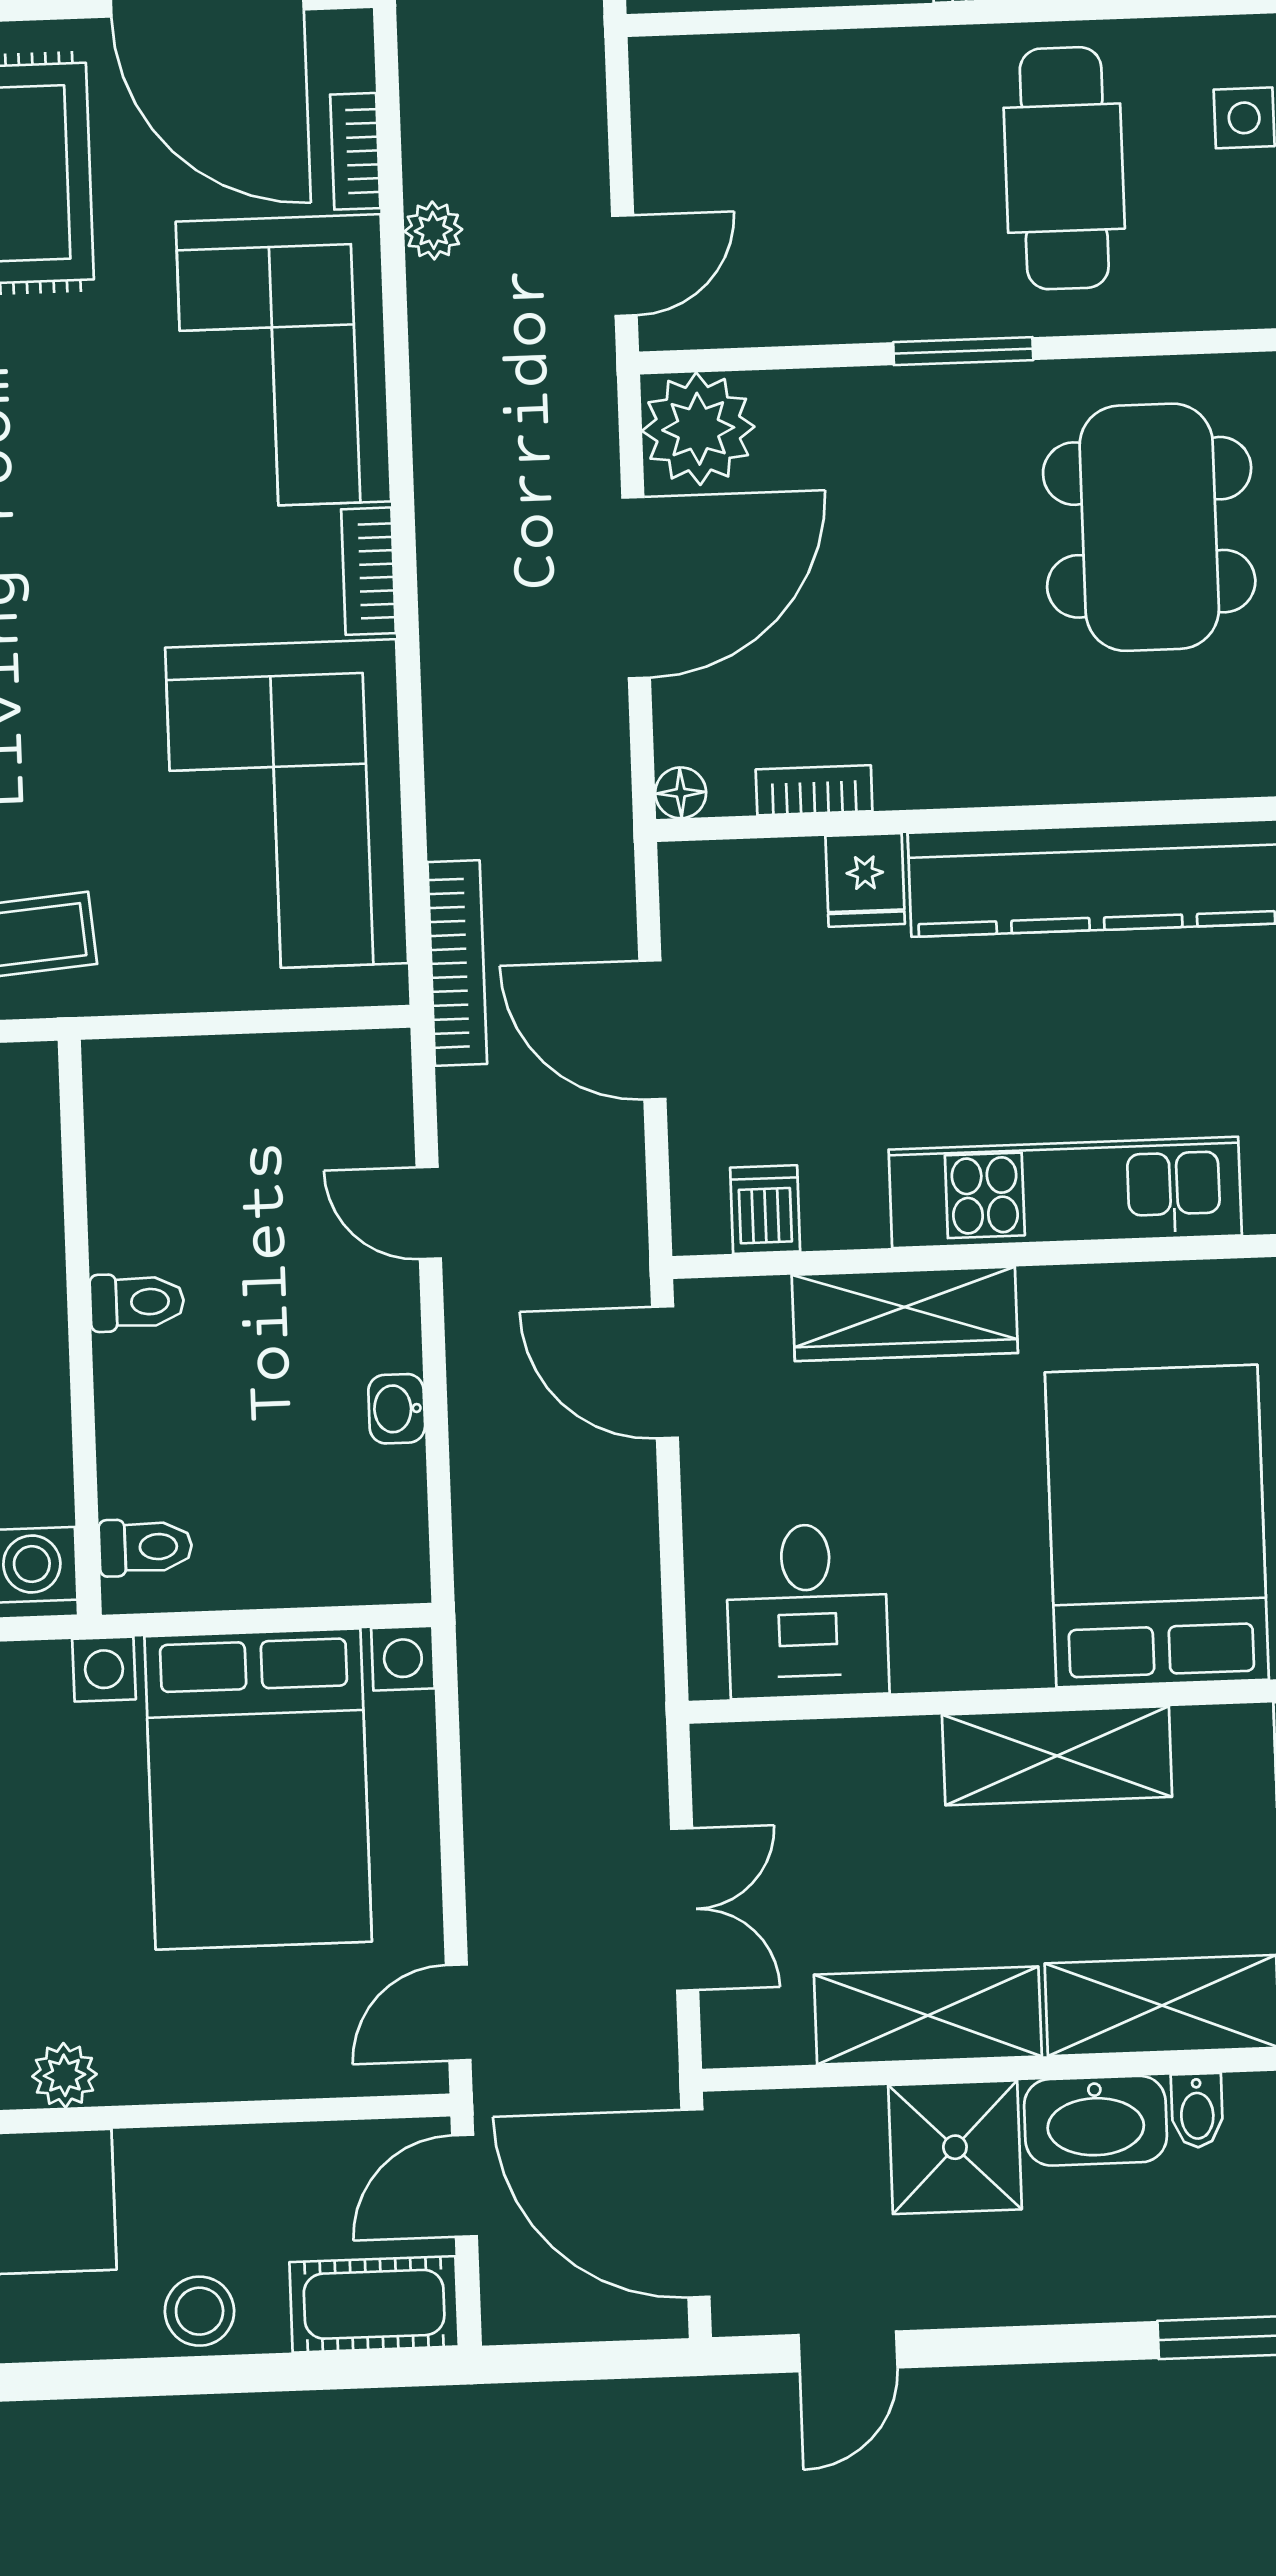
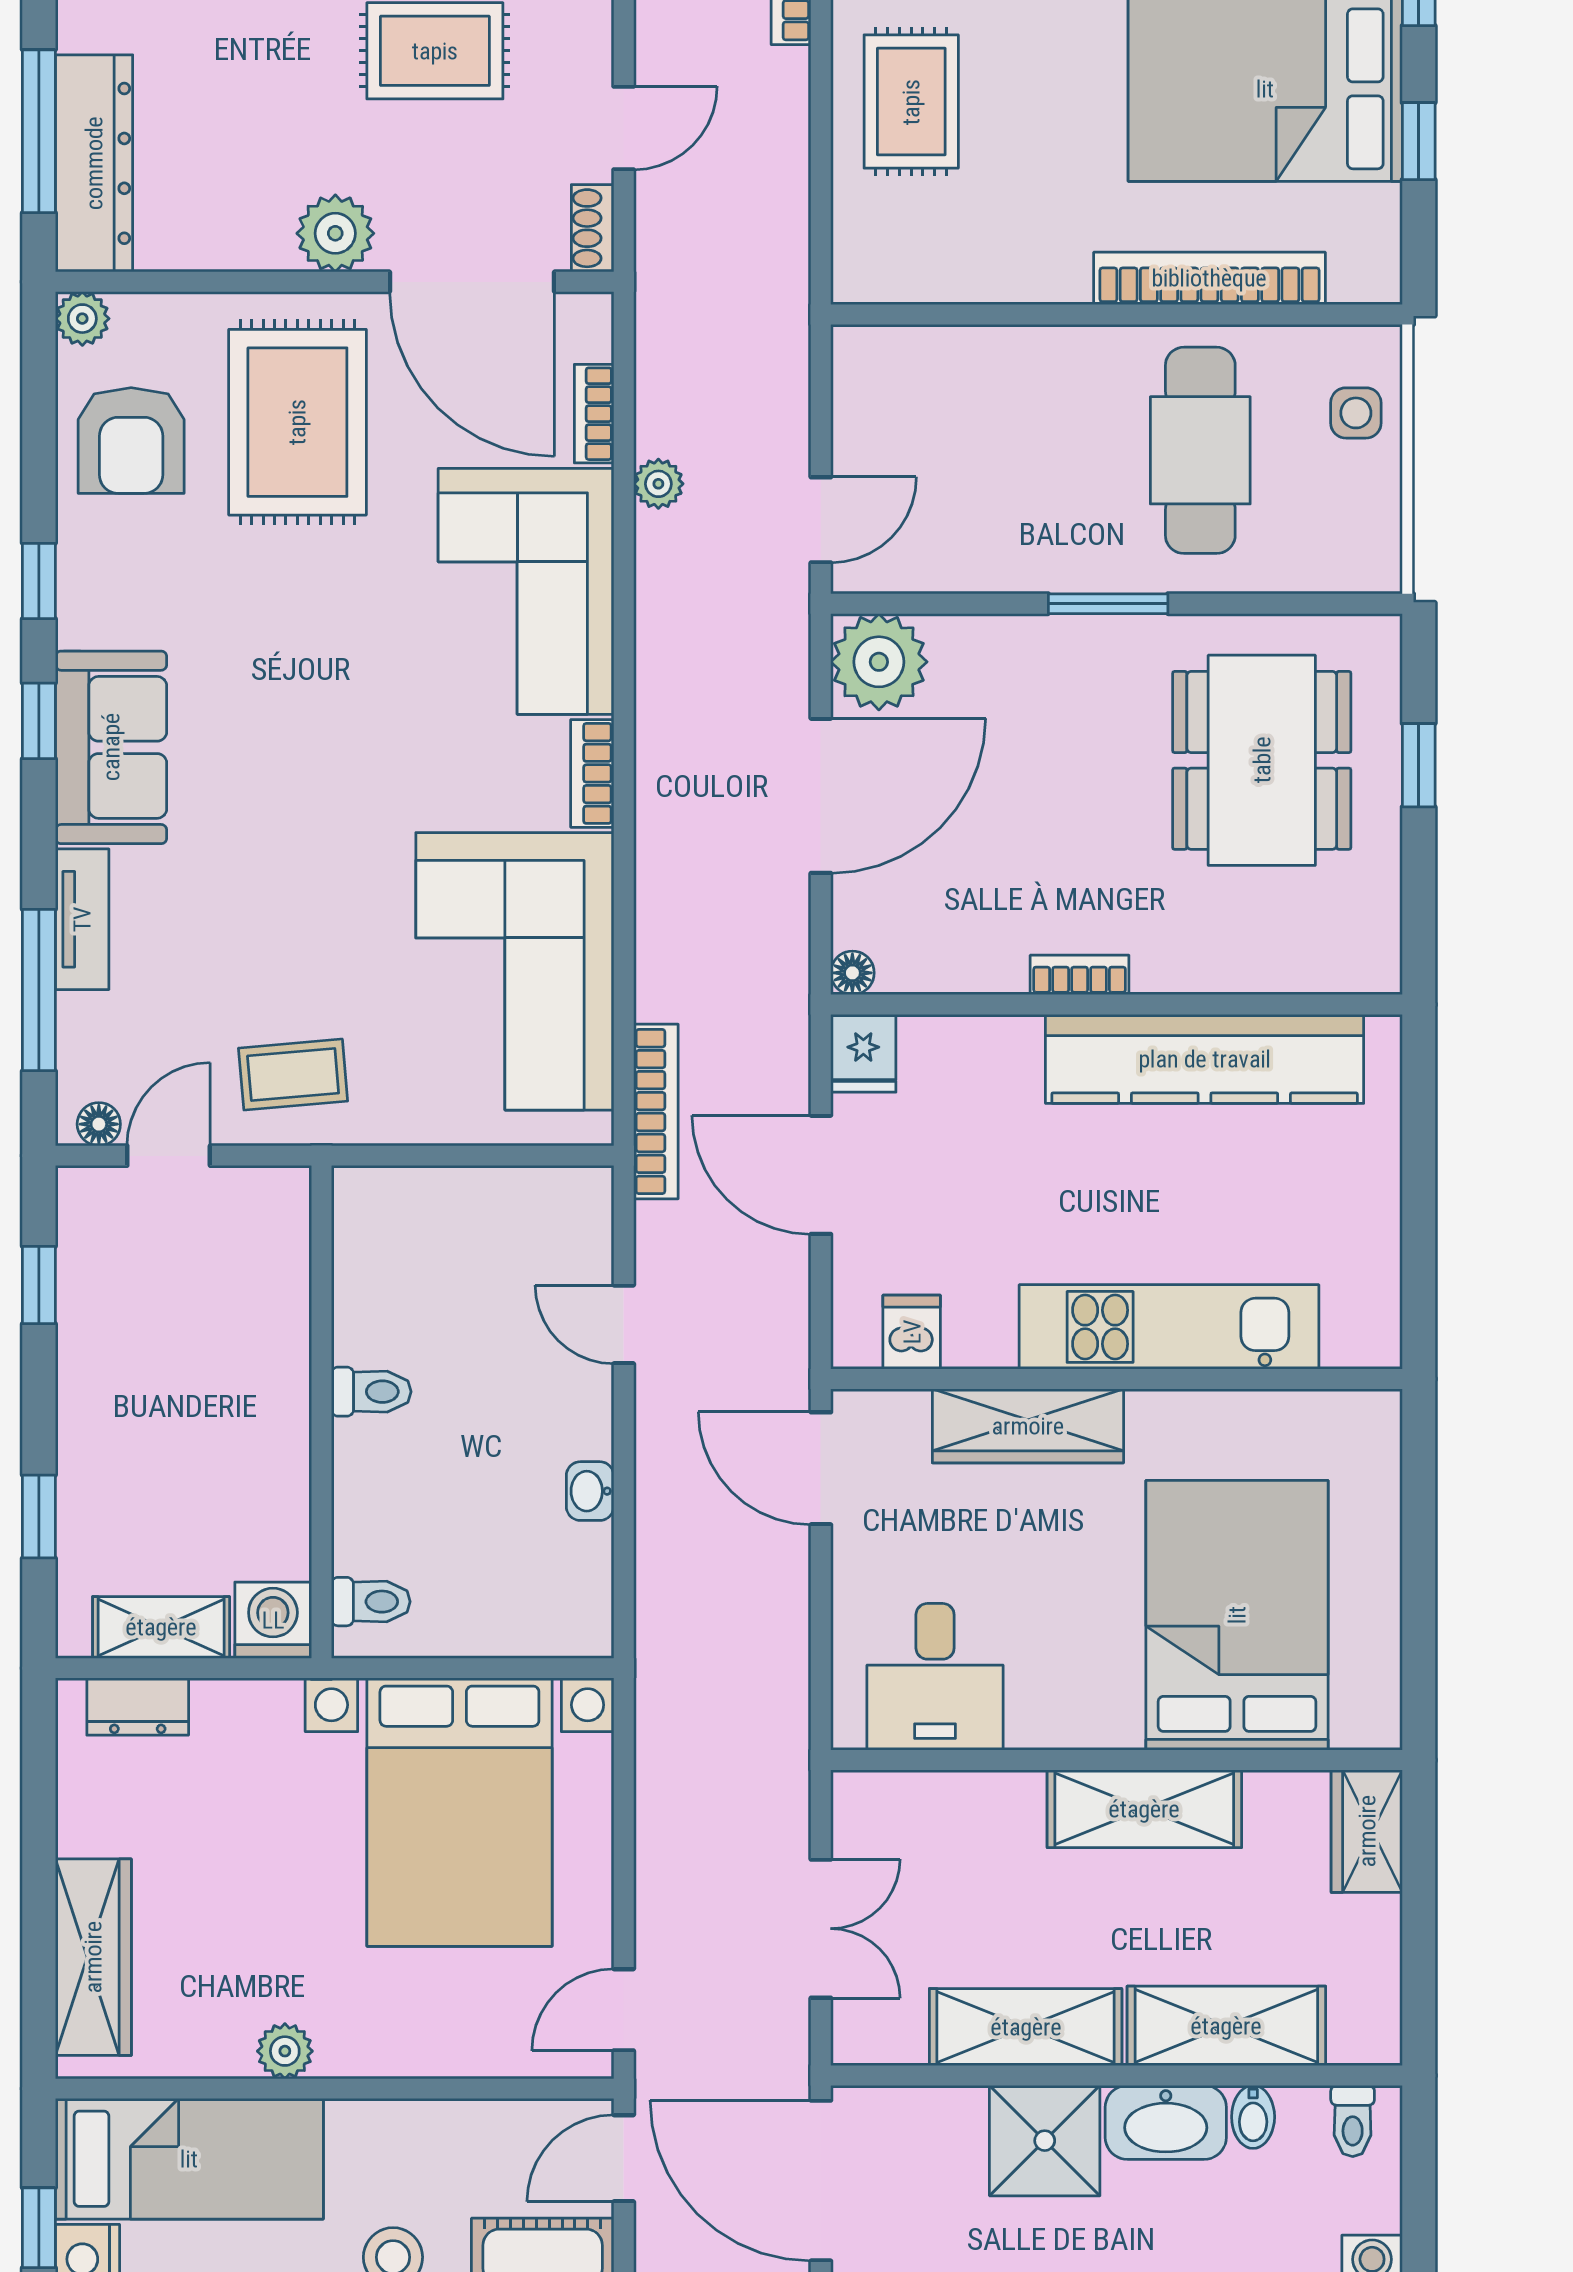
bookcase: (814, 790) -> (1080, 975), moved
fridge: (865, 880) -> (863, 1053), moved

